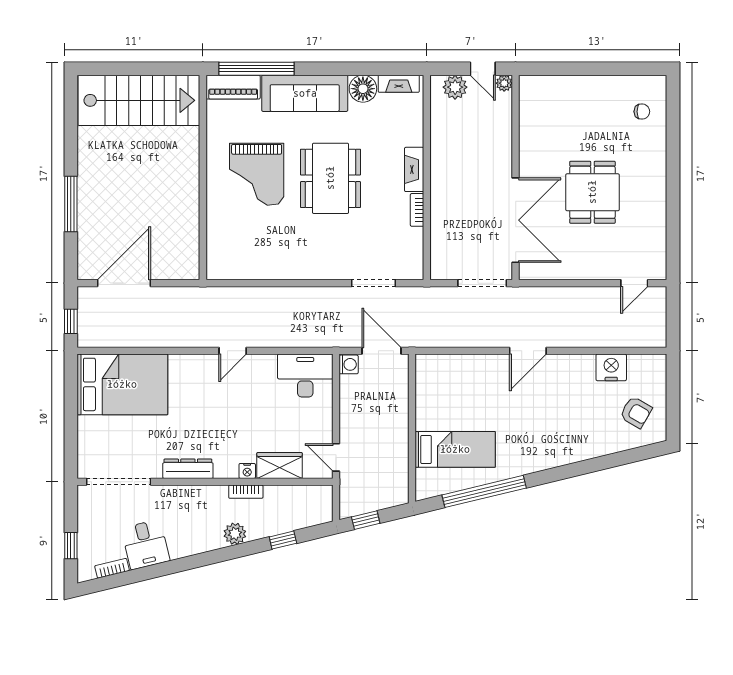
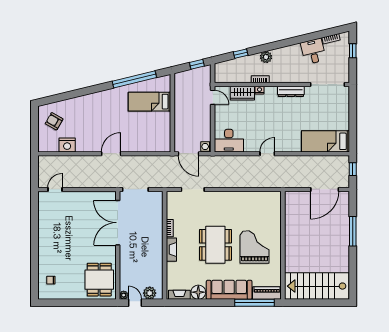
dining table: (592, 192) -> (99, 280), moved
bed: (122, 384) -> (325, 141), width x0.67

